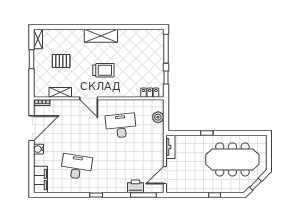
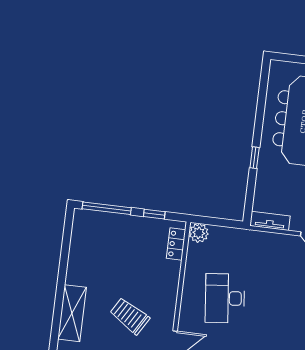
trolley: (103, 70) -> (130, 316), turned -59
plant: (158, 117) -> (199, 233), moved

